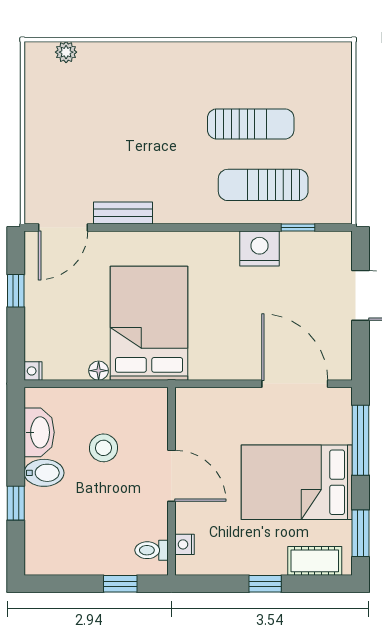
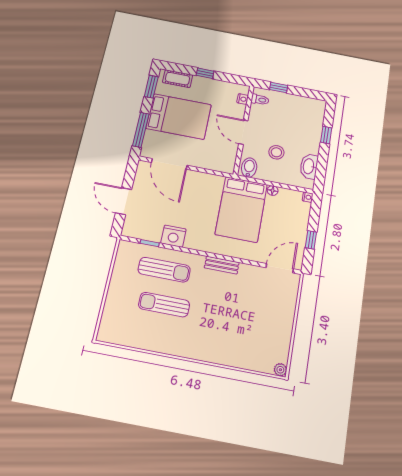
plant: (66, 52) -> (280, 370), moved
bench: (123, 213) -> (222, 265), moved
bidet: (44, 473) -> (249, 168), moved, turned 90

